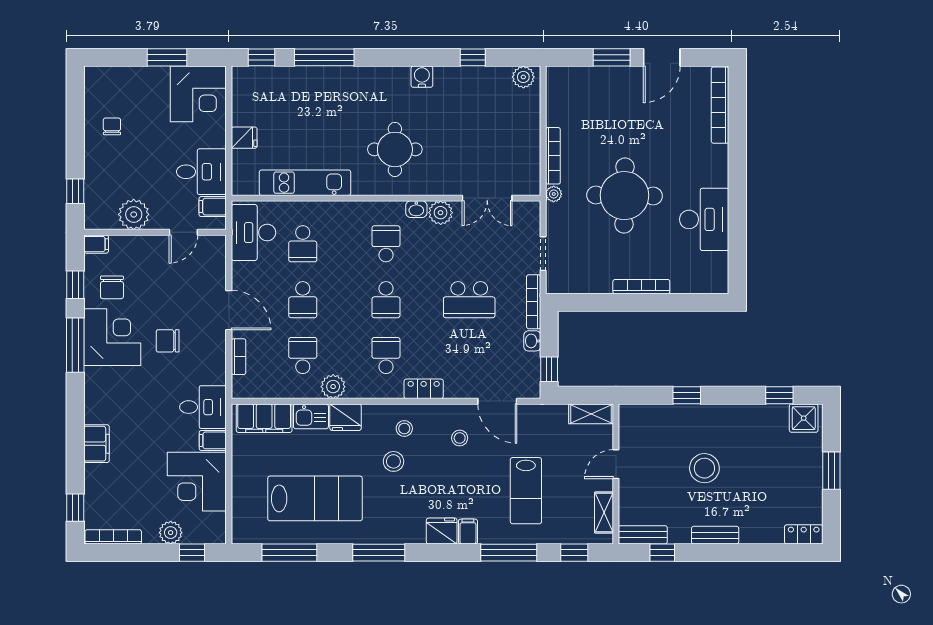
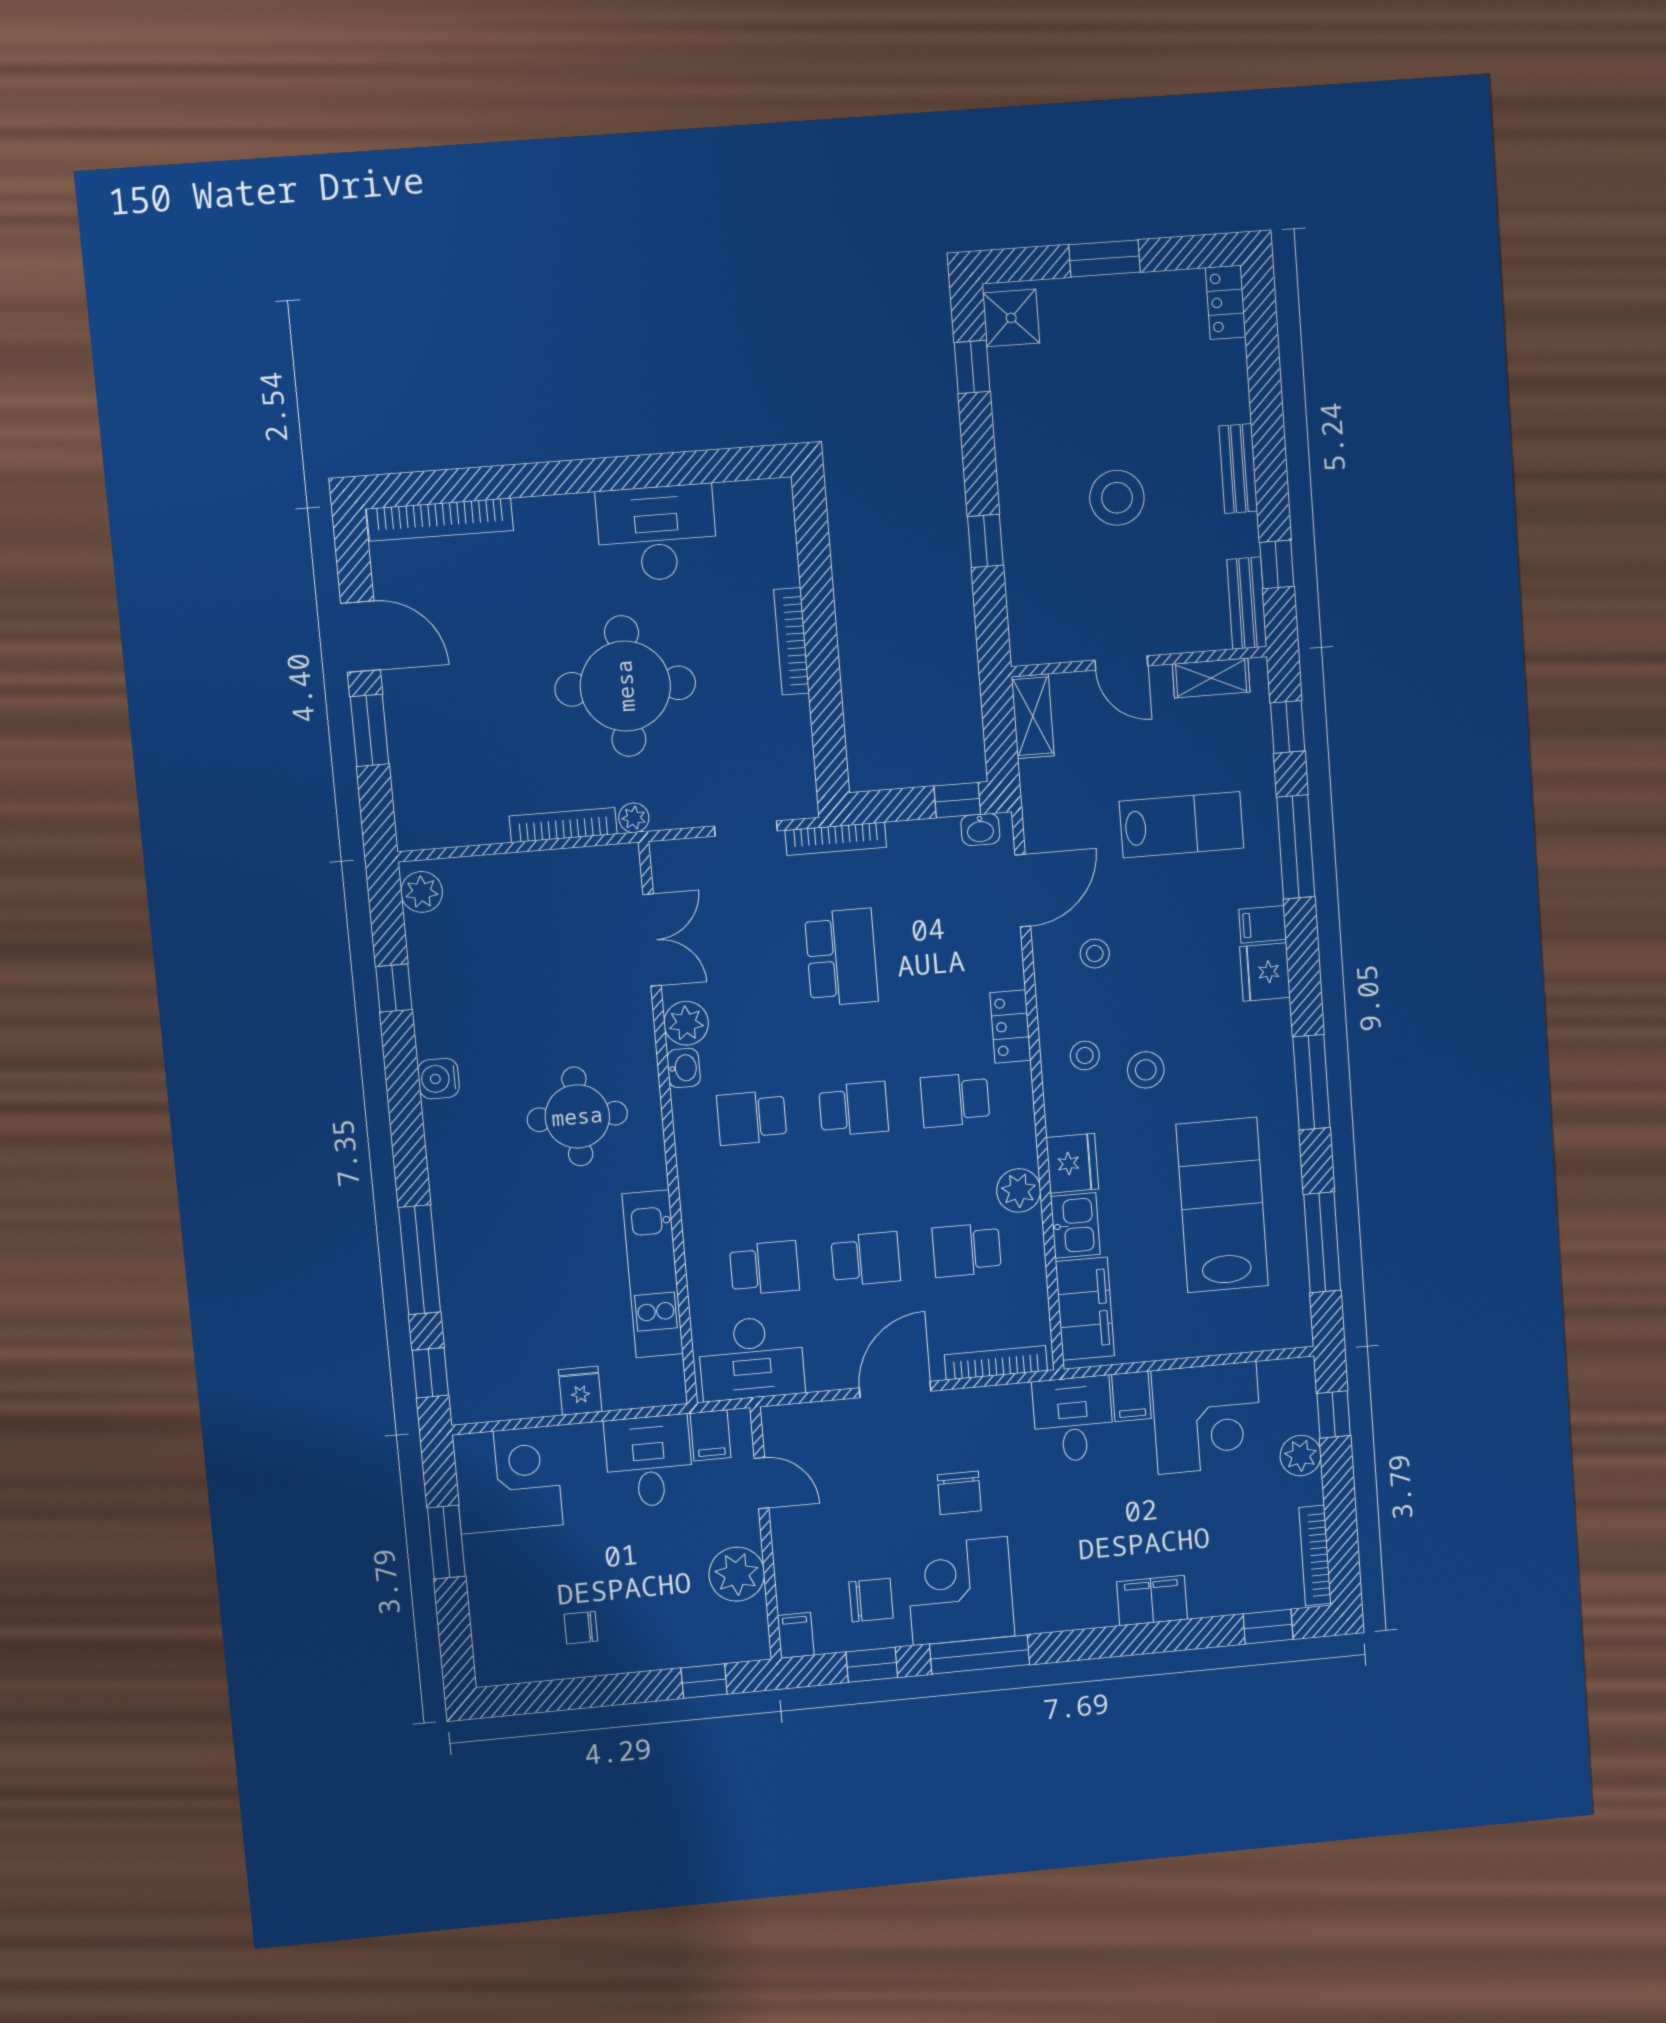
washbasin: (532, 341) -> (980, 830), moved
bookcase: (239, 357) -> (996, 1363), width x1.56

